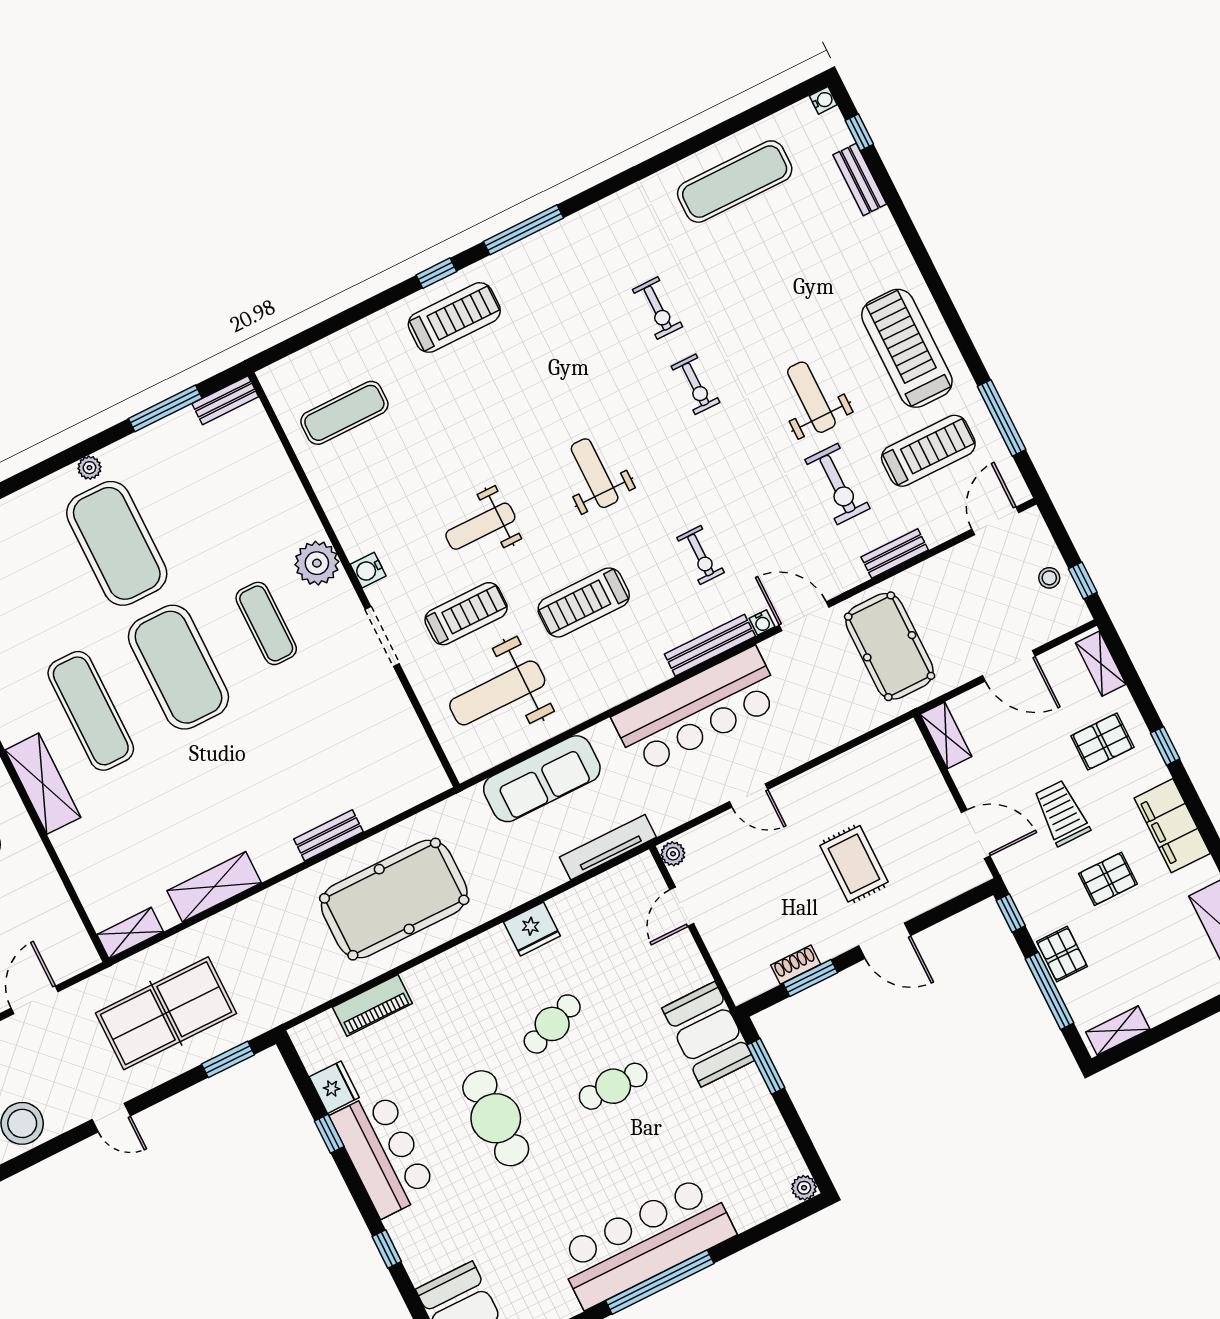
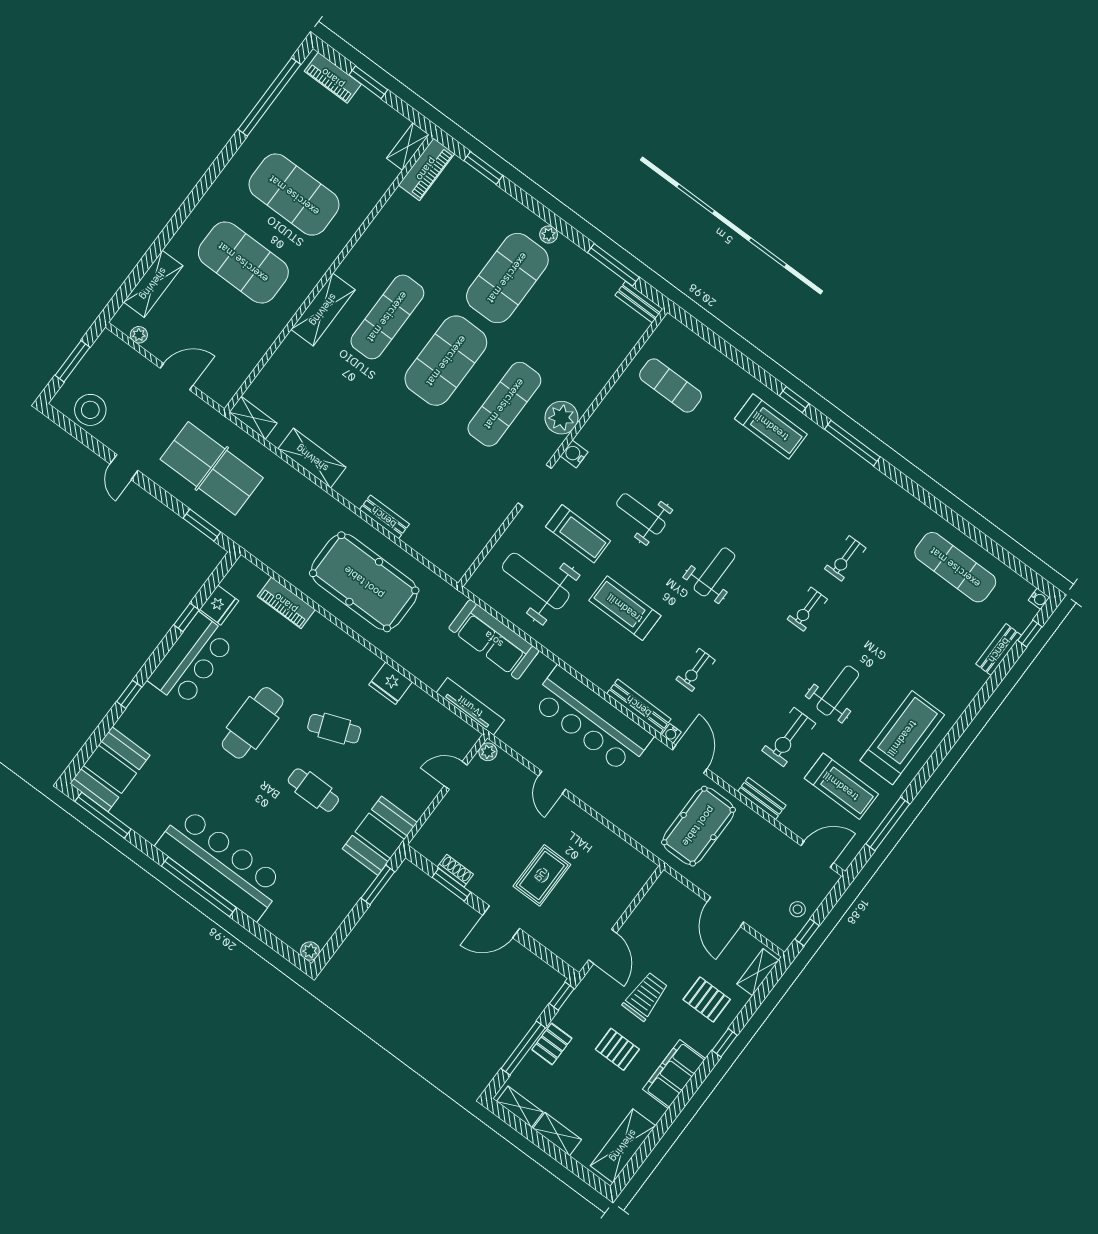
exercise mat: (266, 623) -> (504, 404), width x1.36, depth x1.45
shelving: (946, 735) -> (557, 1134), moved, turned 90
door: (885, 941) -> (501, 922), hinge flipped

